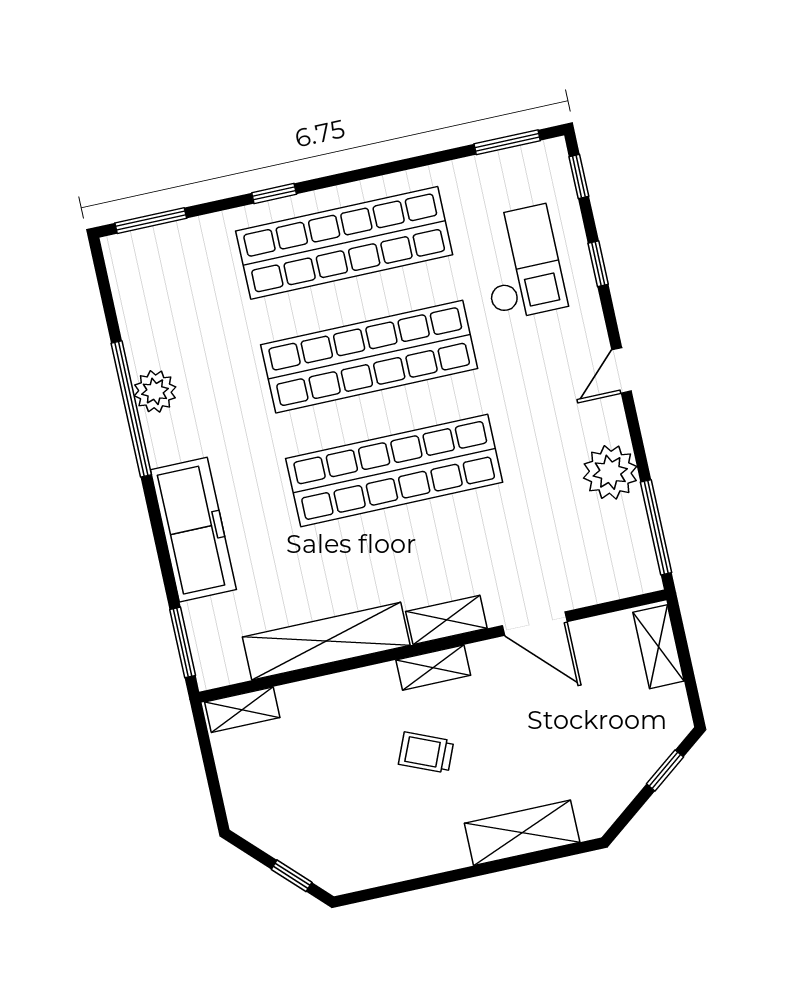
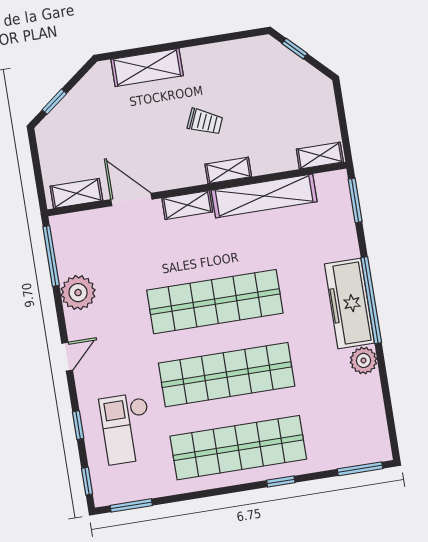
window: (131, 409) -> (371, 300), moved
freezer: (193, 530) -> (349, 304), moved
shelving: (659, 647) -> (76, 193), moved, turned 90
shelving: (433, 668) -> (228, 170), moved

